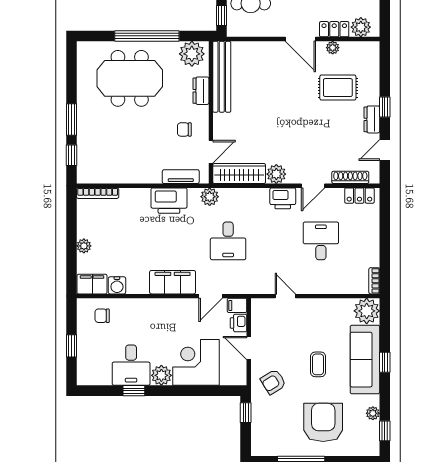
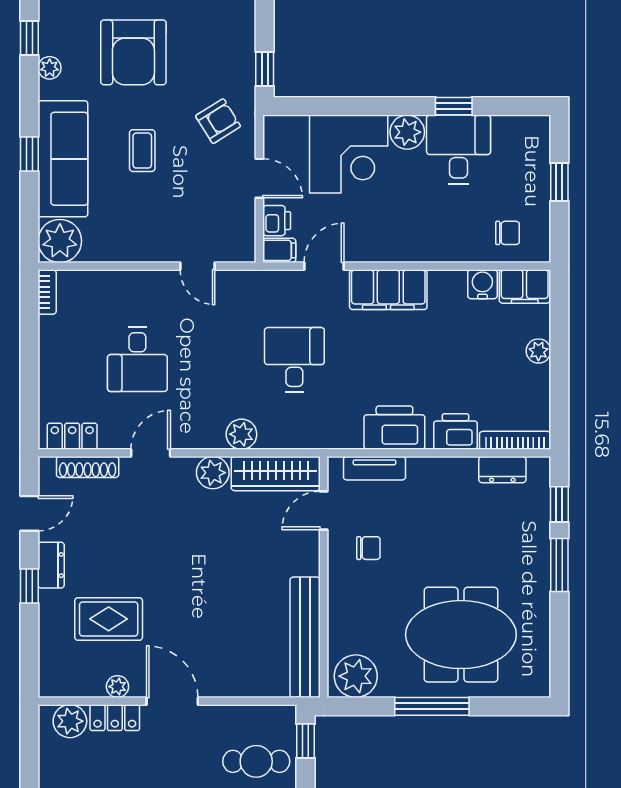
window: (147, 36) -> (432, 706), width x0.68
dresser: (201, 91) -> (502, 470), moved, turned 90
plant: (210, 197) -> (241, 434), moved
printer: (283, 198) -> (455, 432), moved

